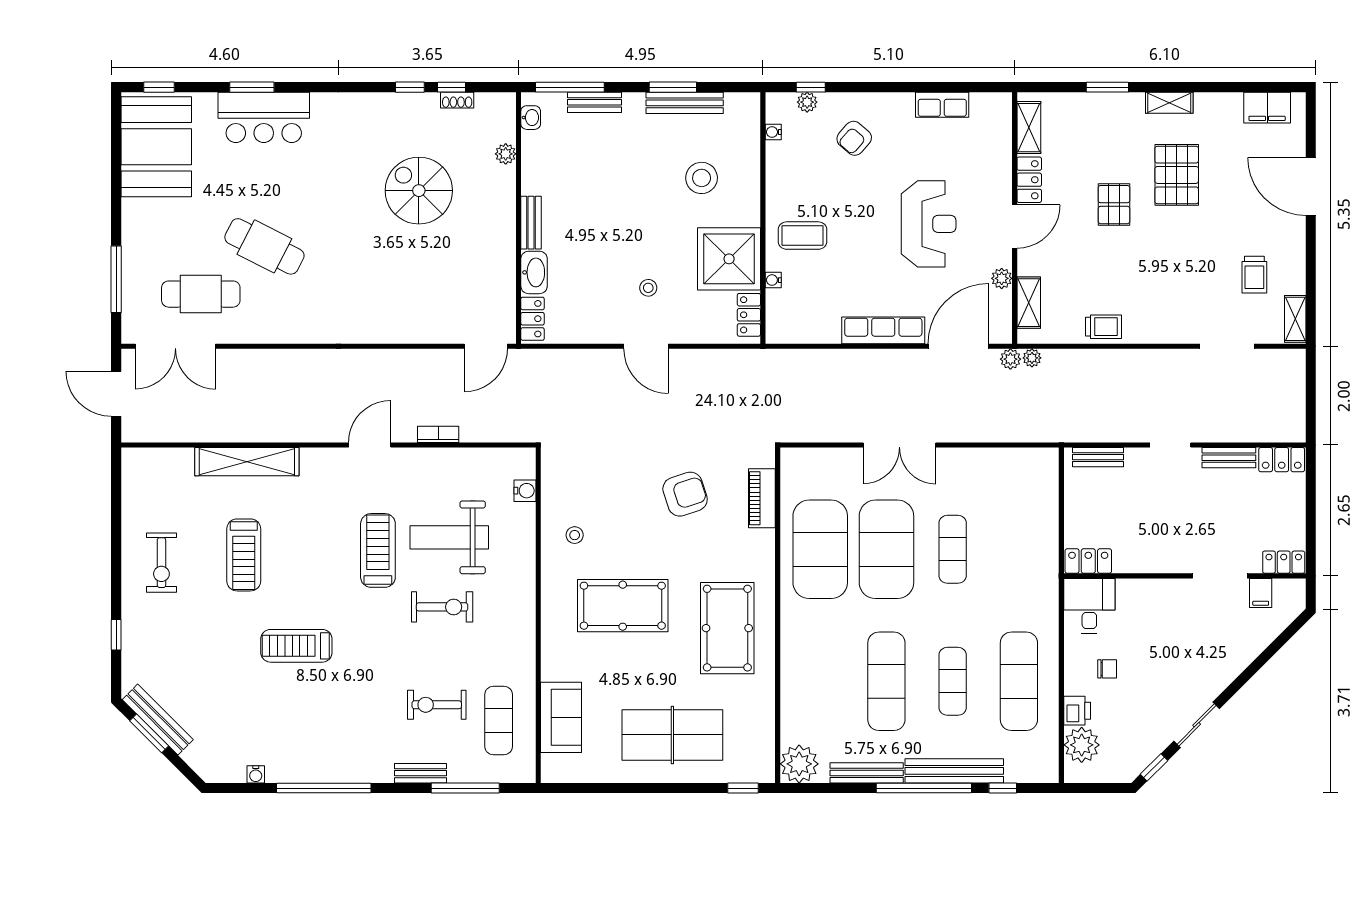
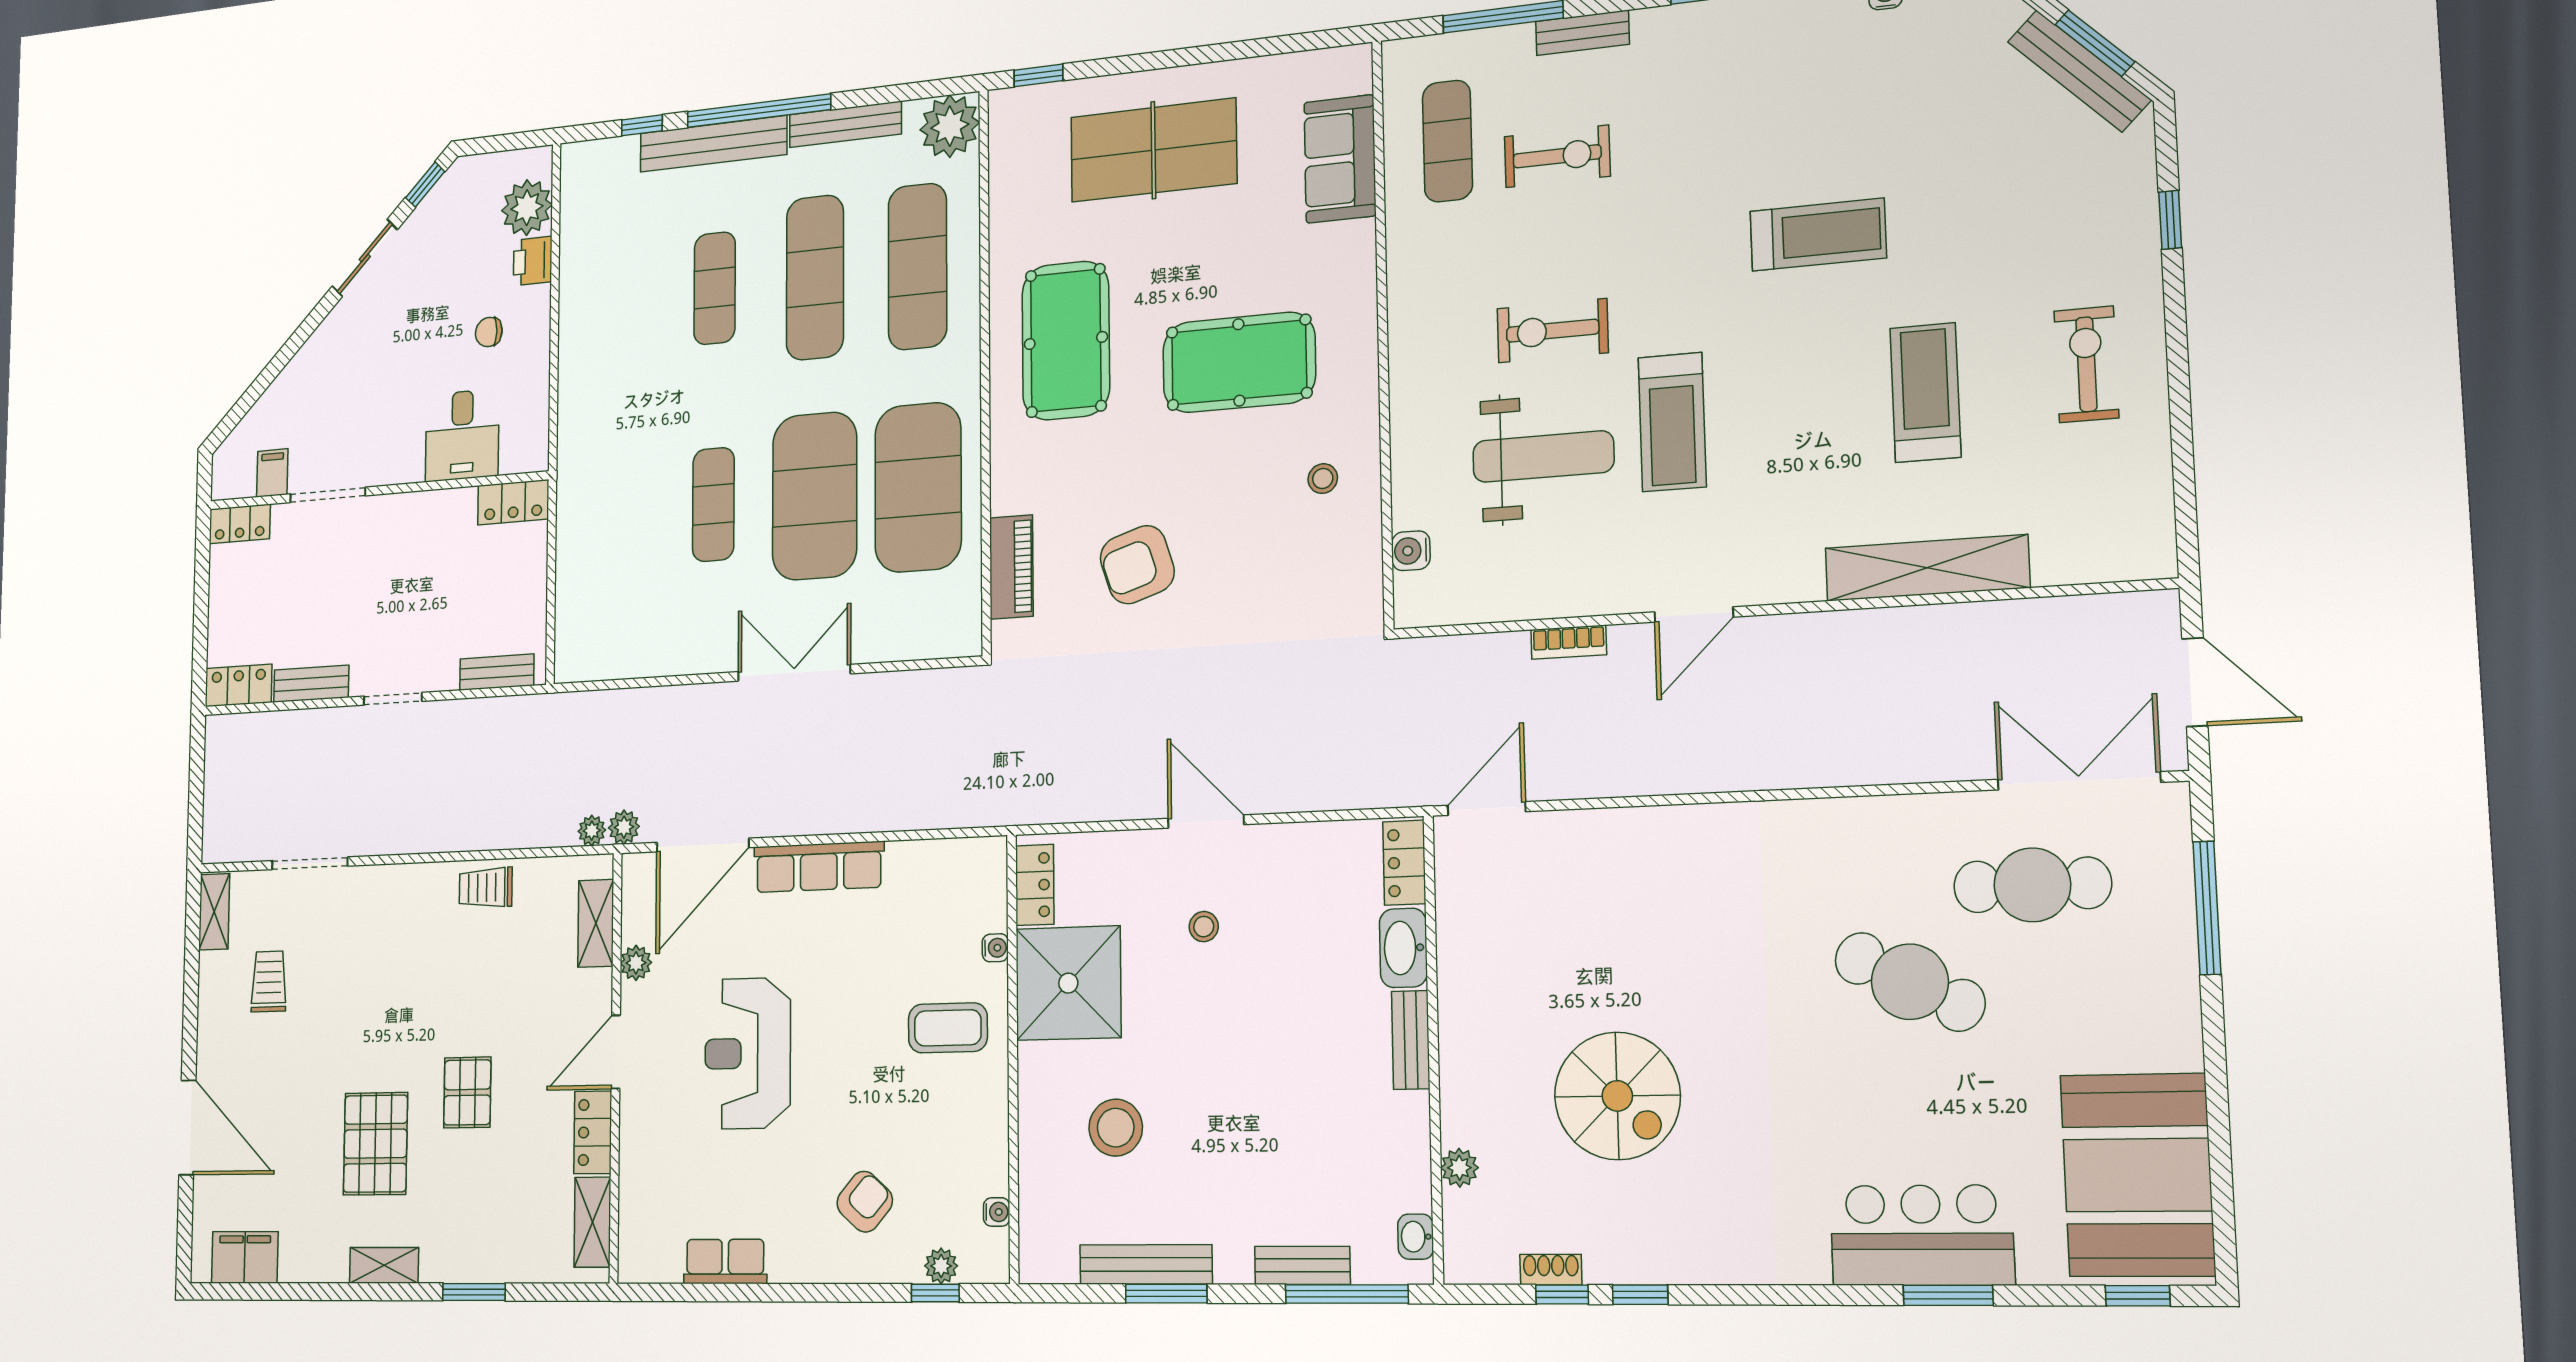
desk: (1089, 606) -> (462, 435), moved
exercise mat: (1019, 681) -> (917, 266), moved

